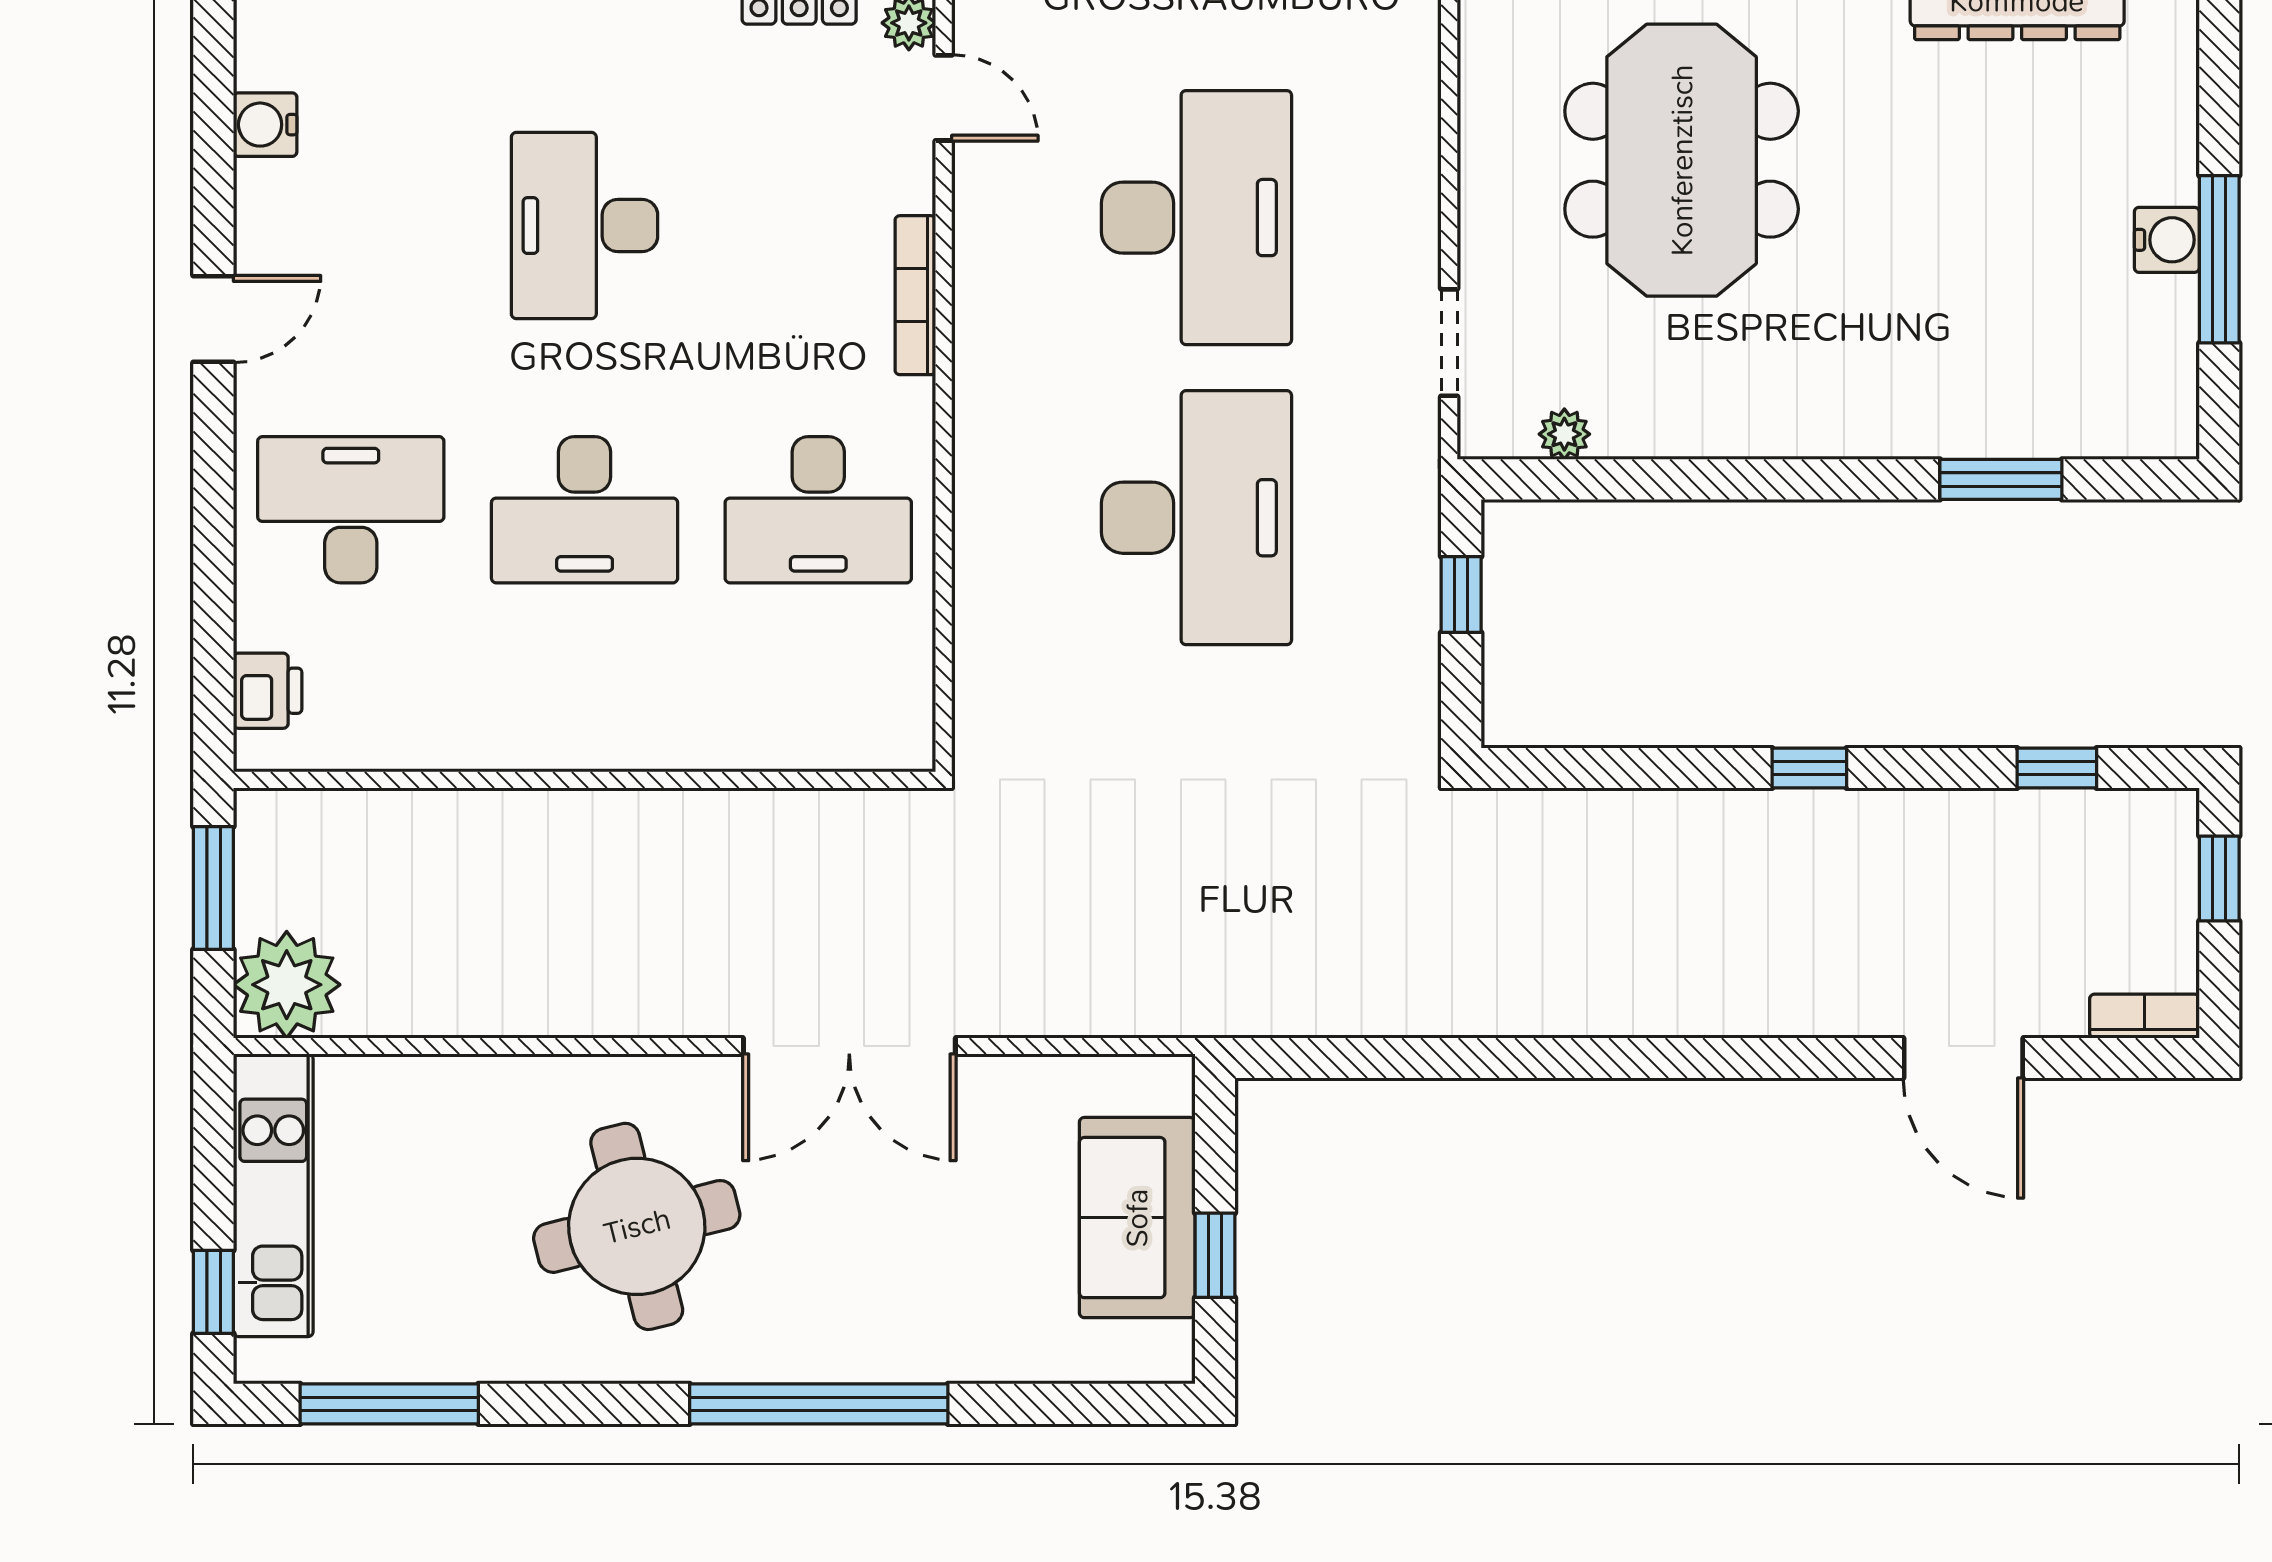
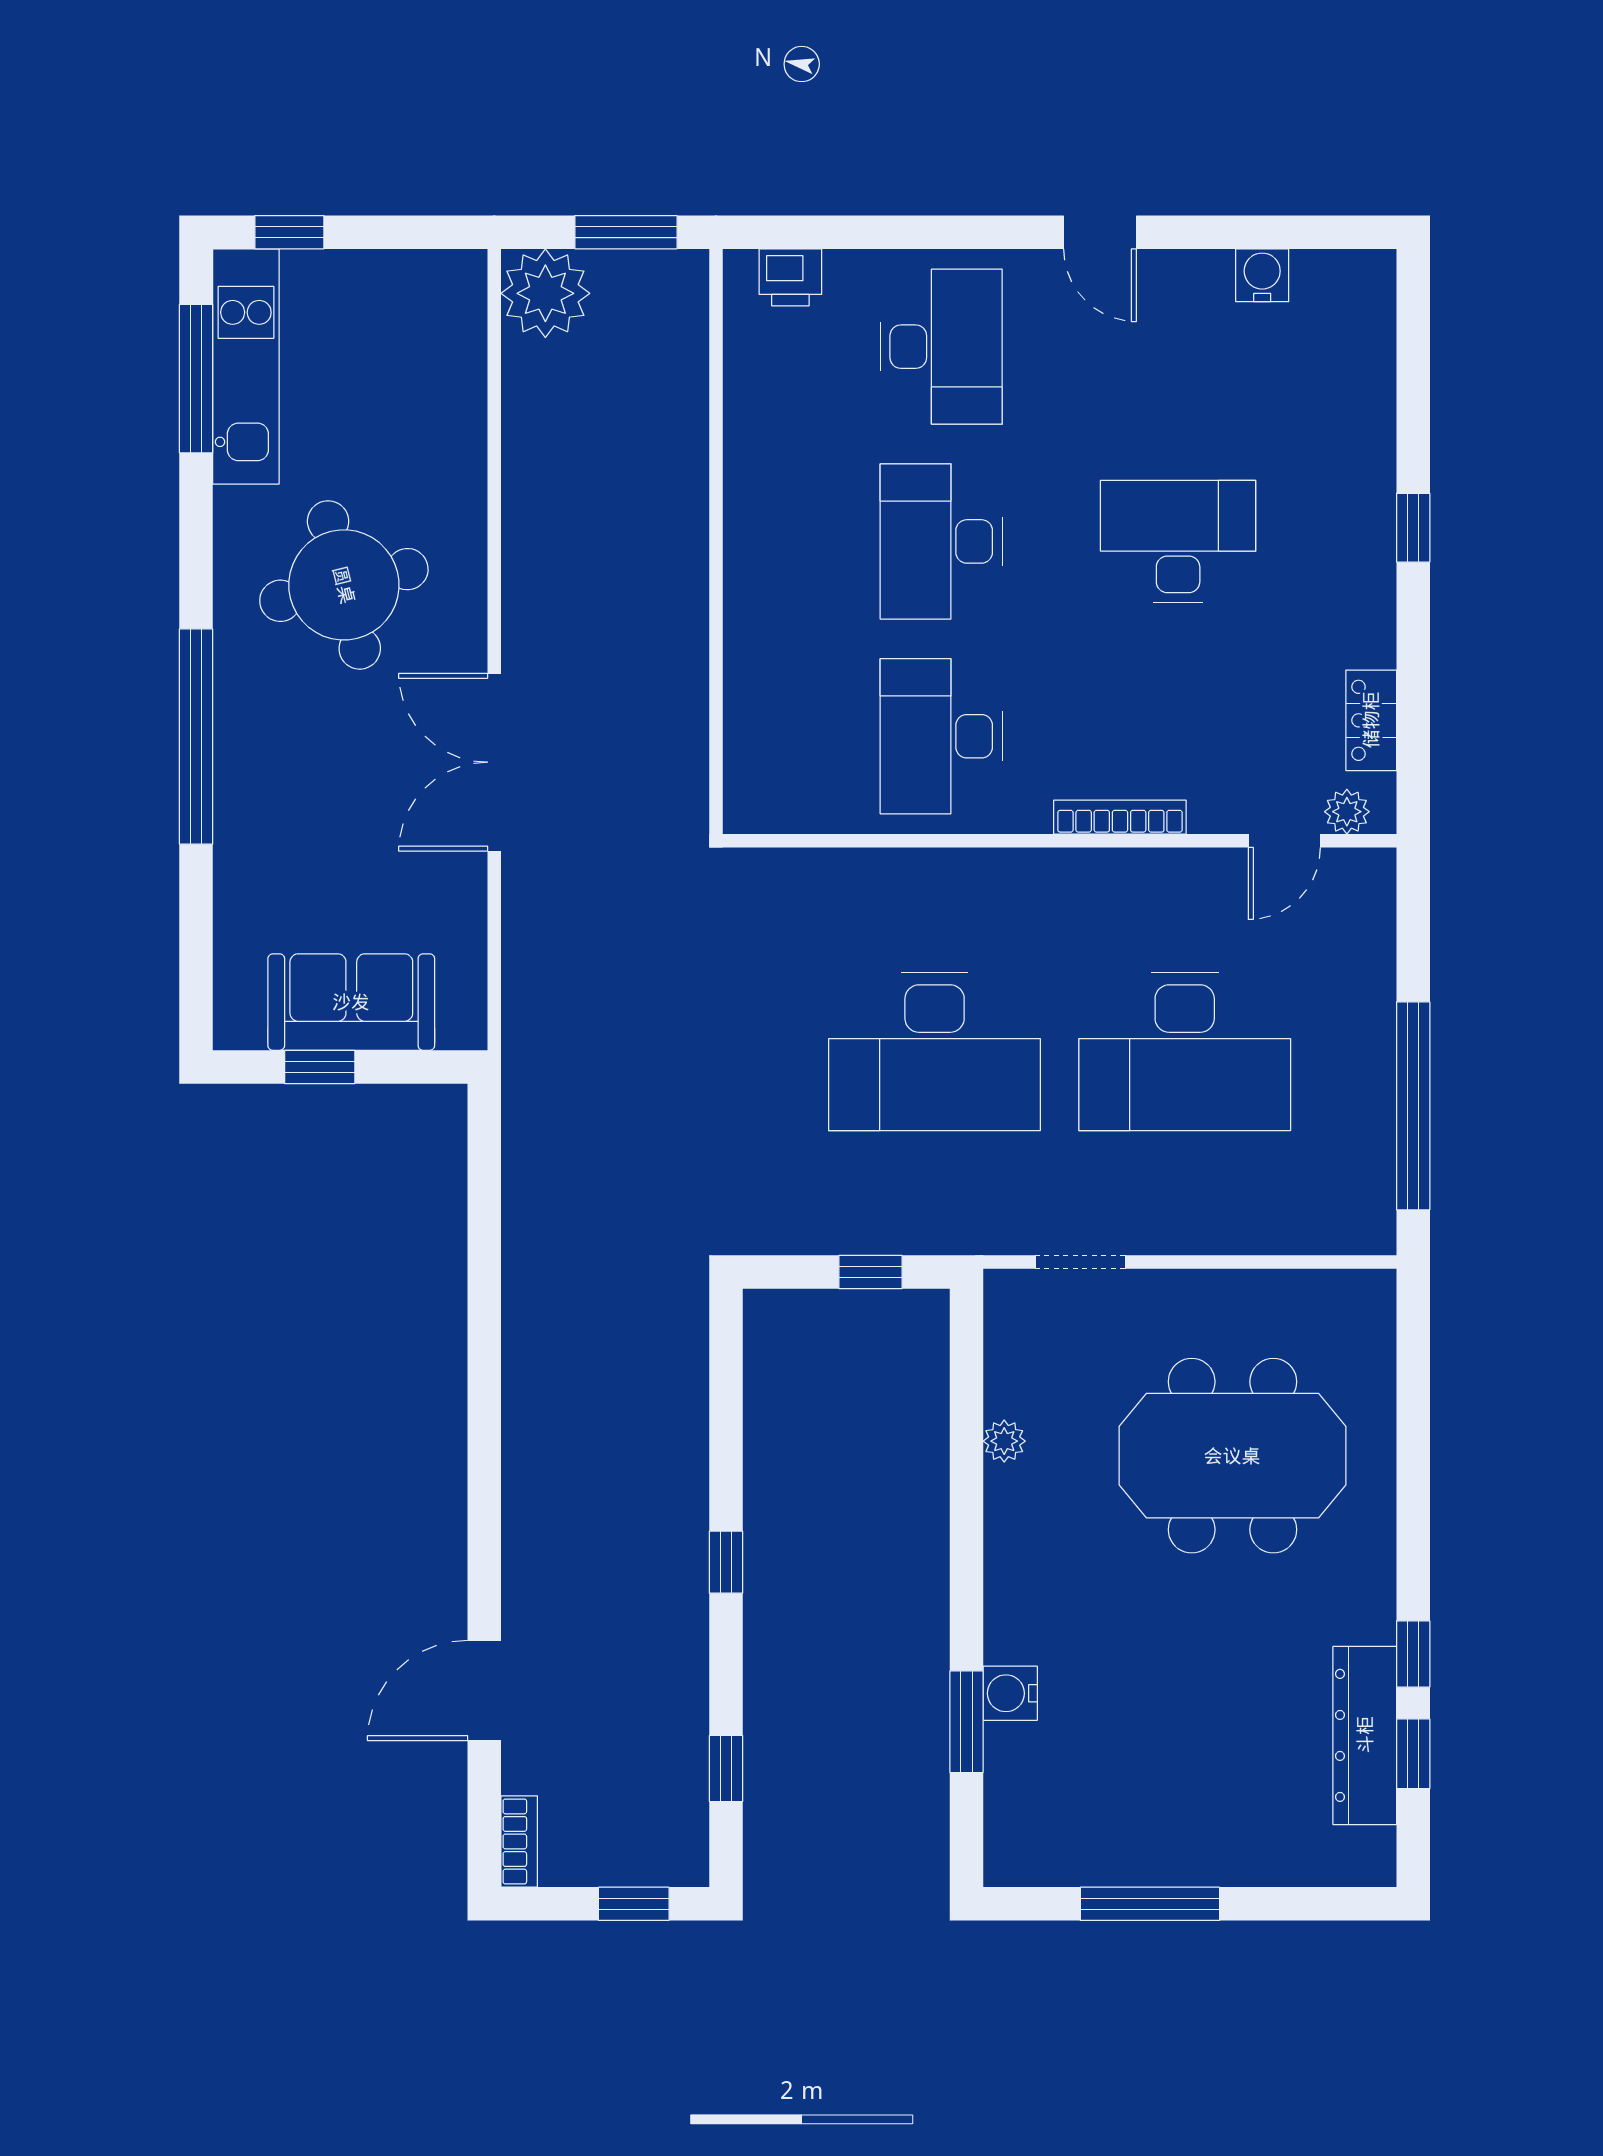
water cooler: (2167, 240) -> (1010, 1693), moved, turned 90
plant: (1564, 434) -> (1004, 1441), moved
kitchen unit: (273, 1195) -> (246, 367), moved, turned -90

